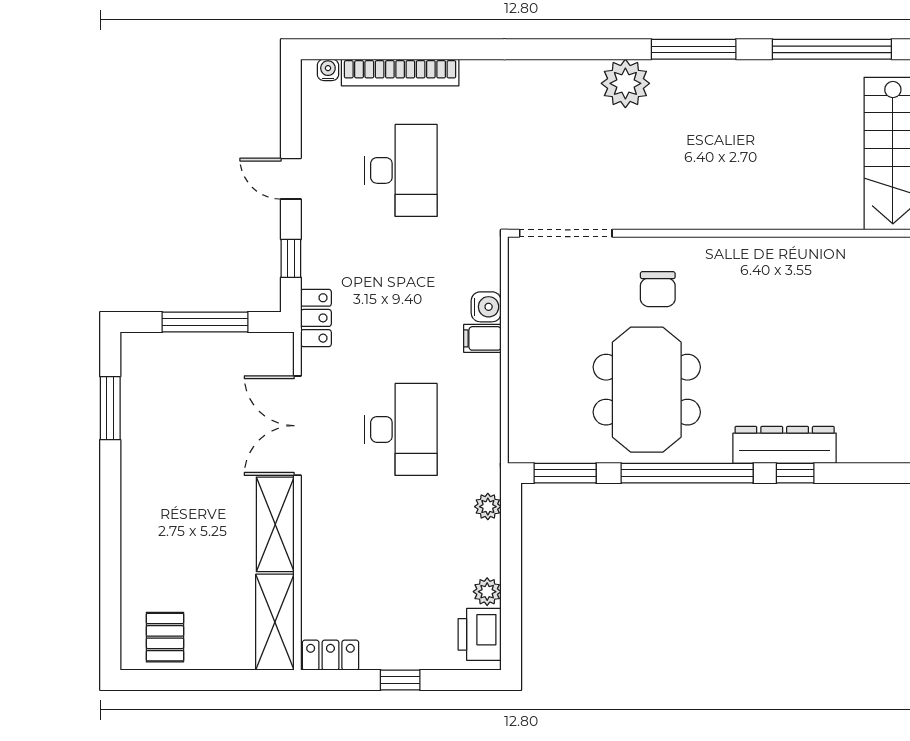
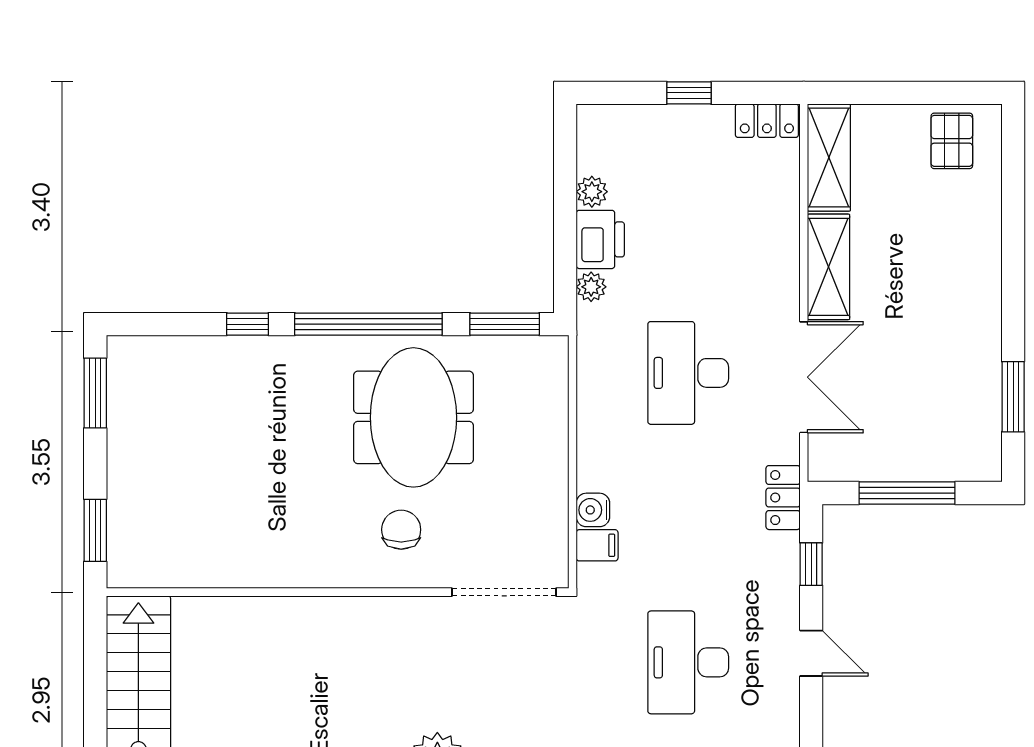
filing cabinet: (482, 338) -> (597, 545), moved
dresser: (785, 445) -> (259, 356), removed
printer: (480, 634) -> (600, 239), moved

